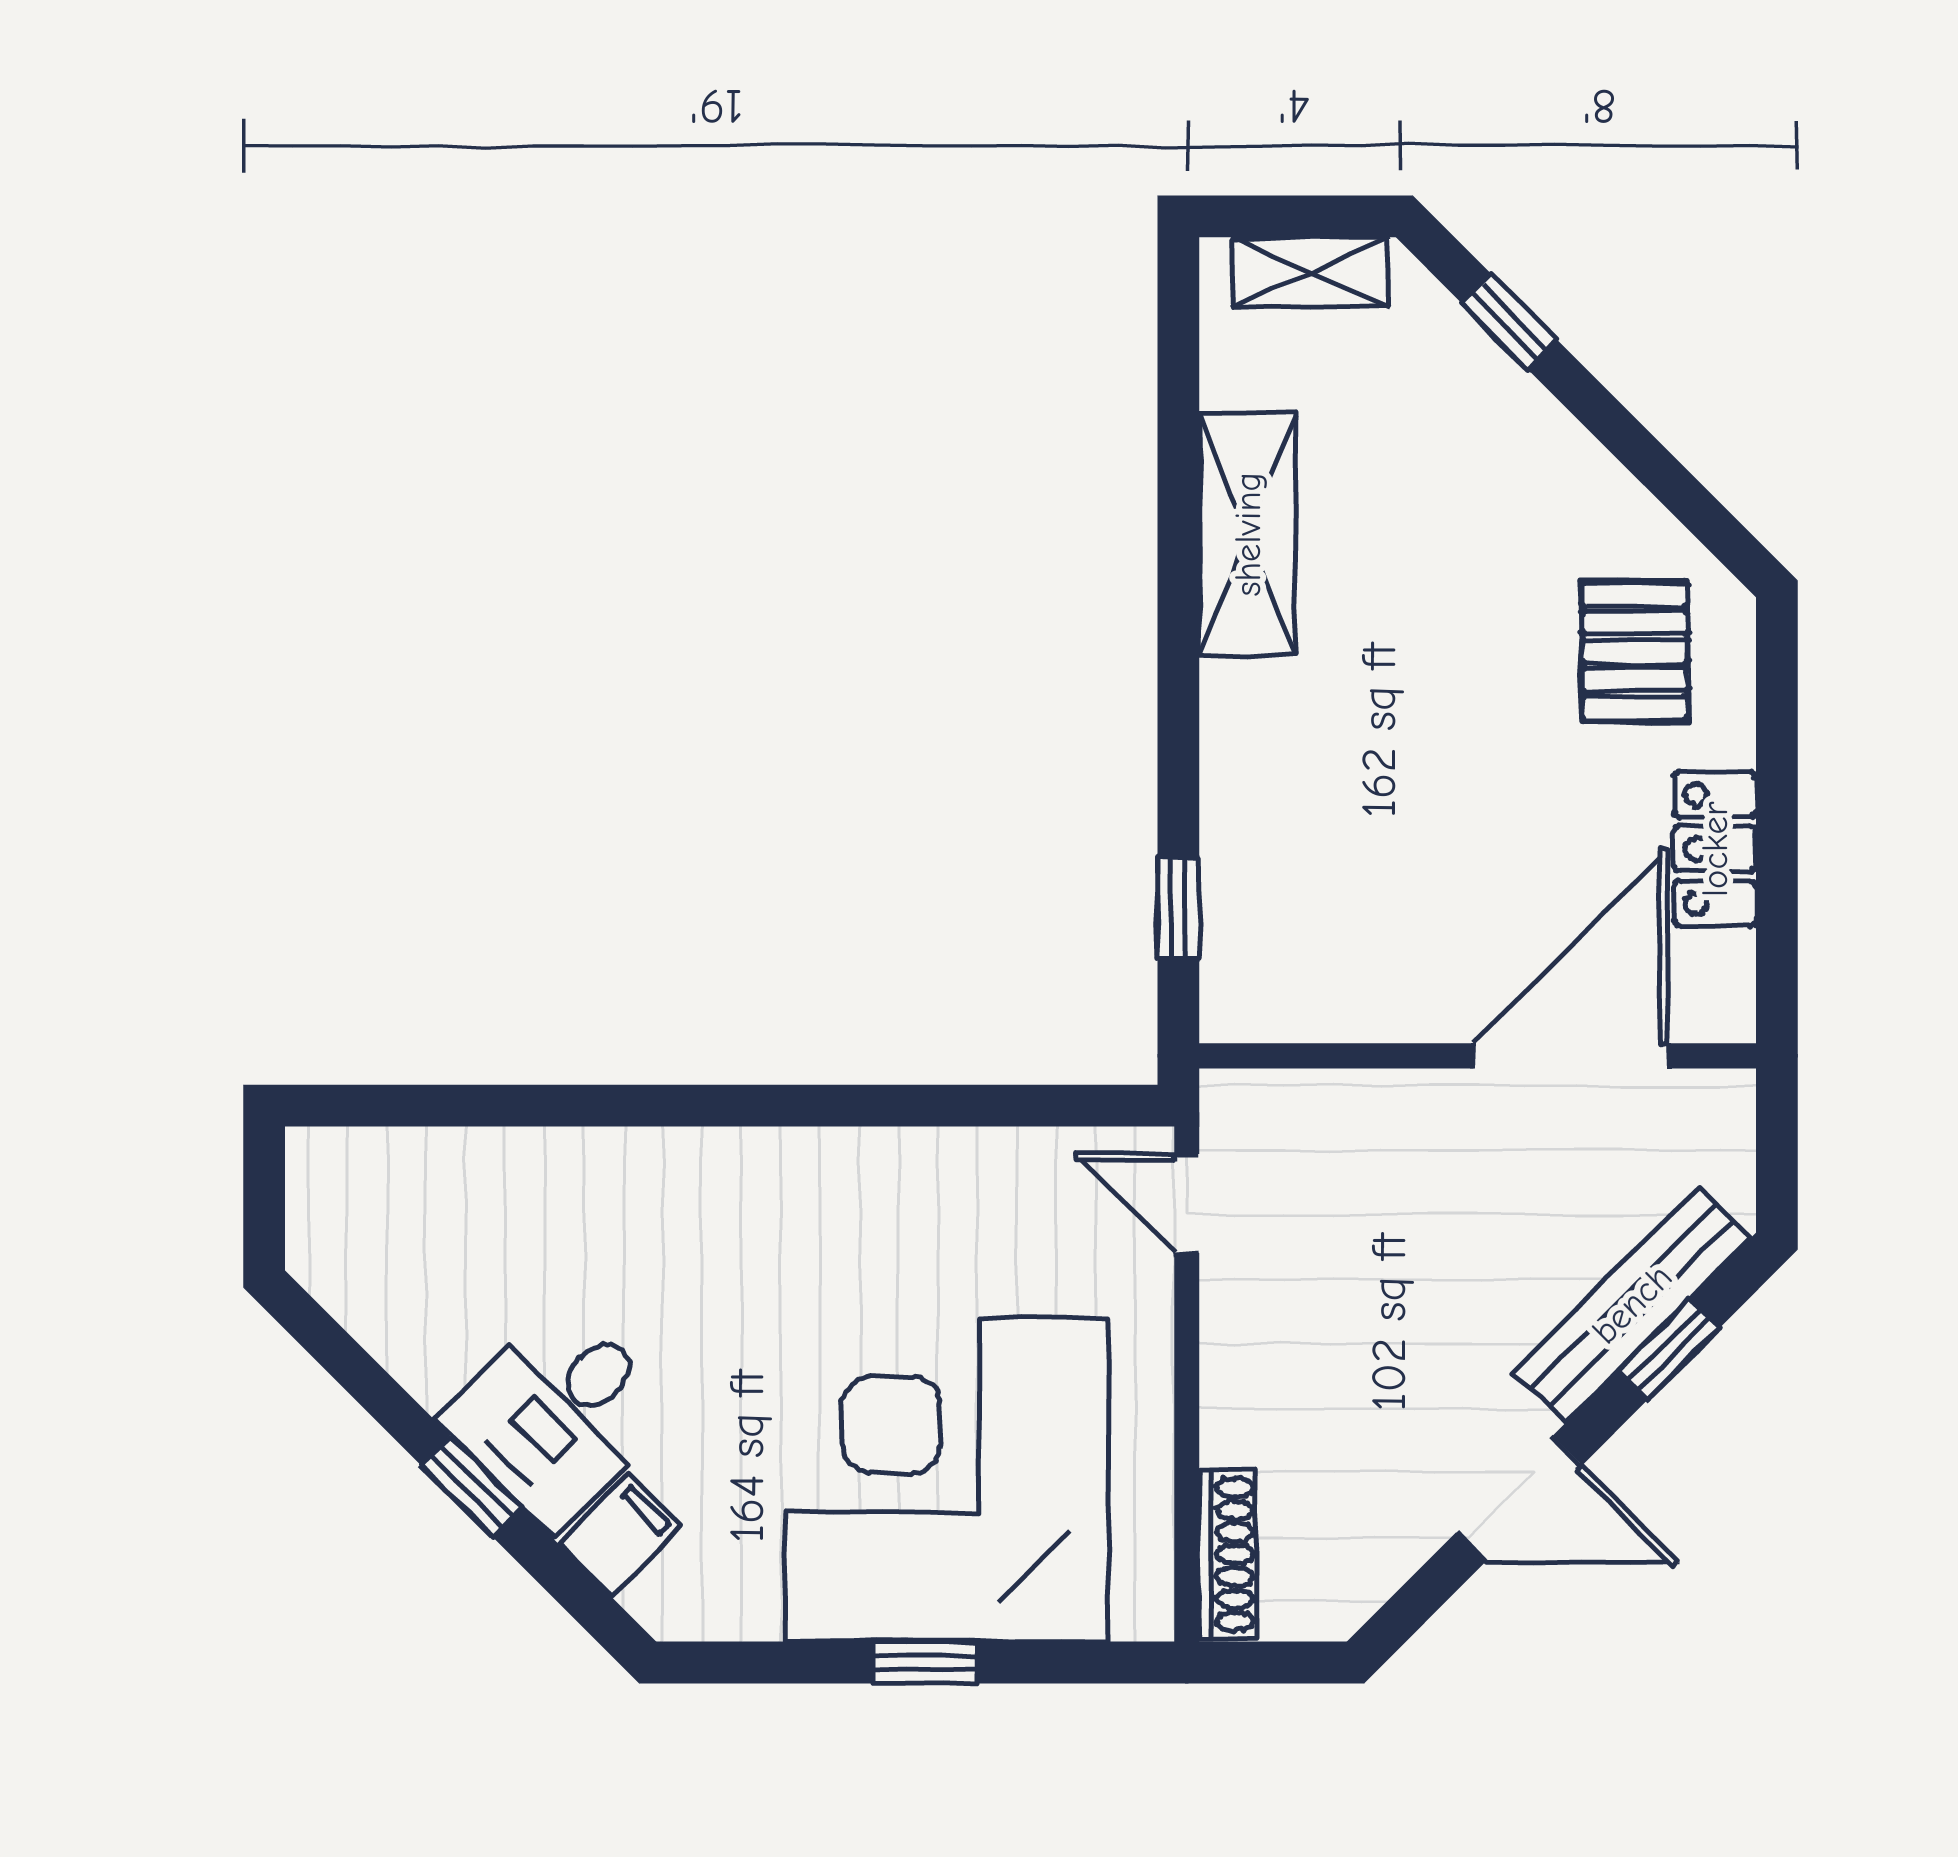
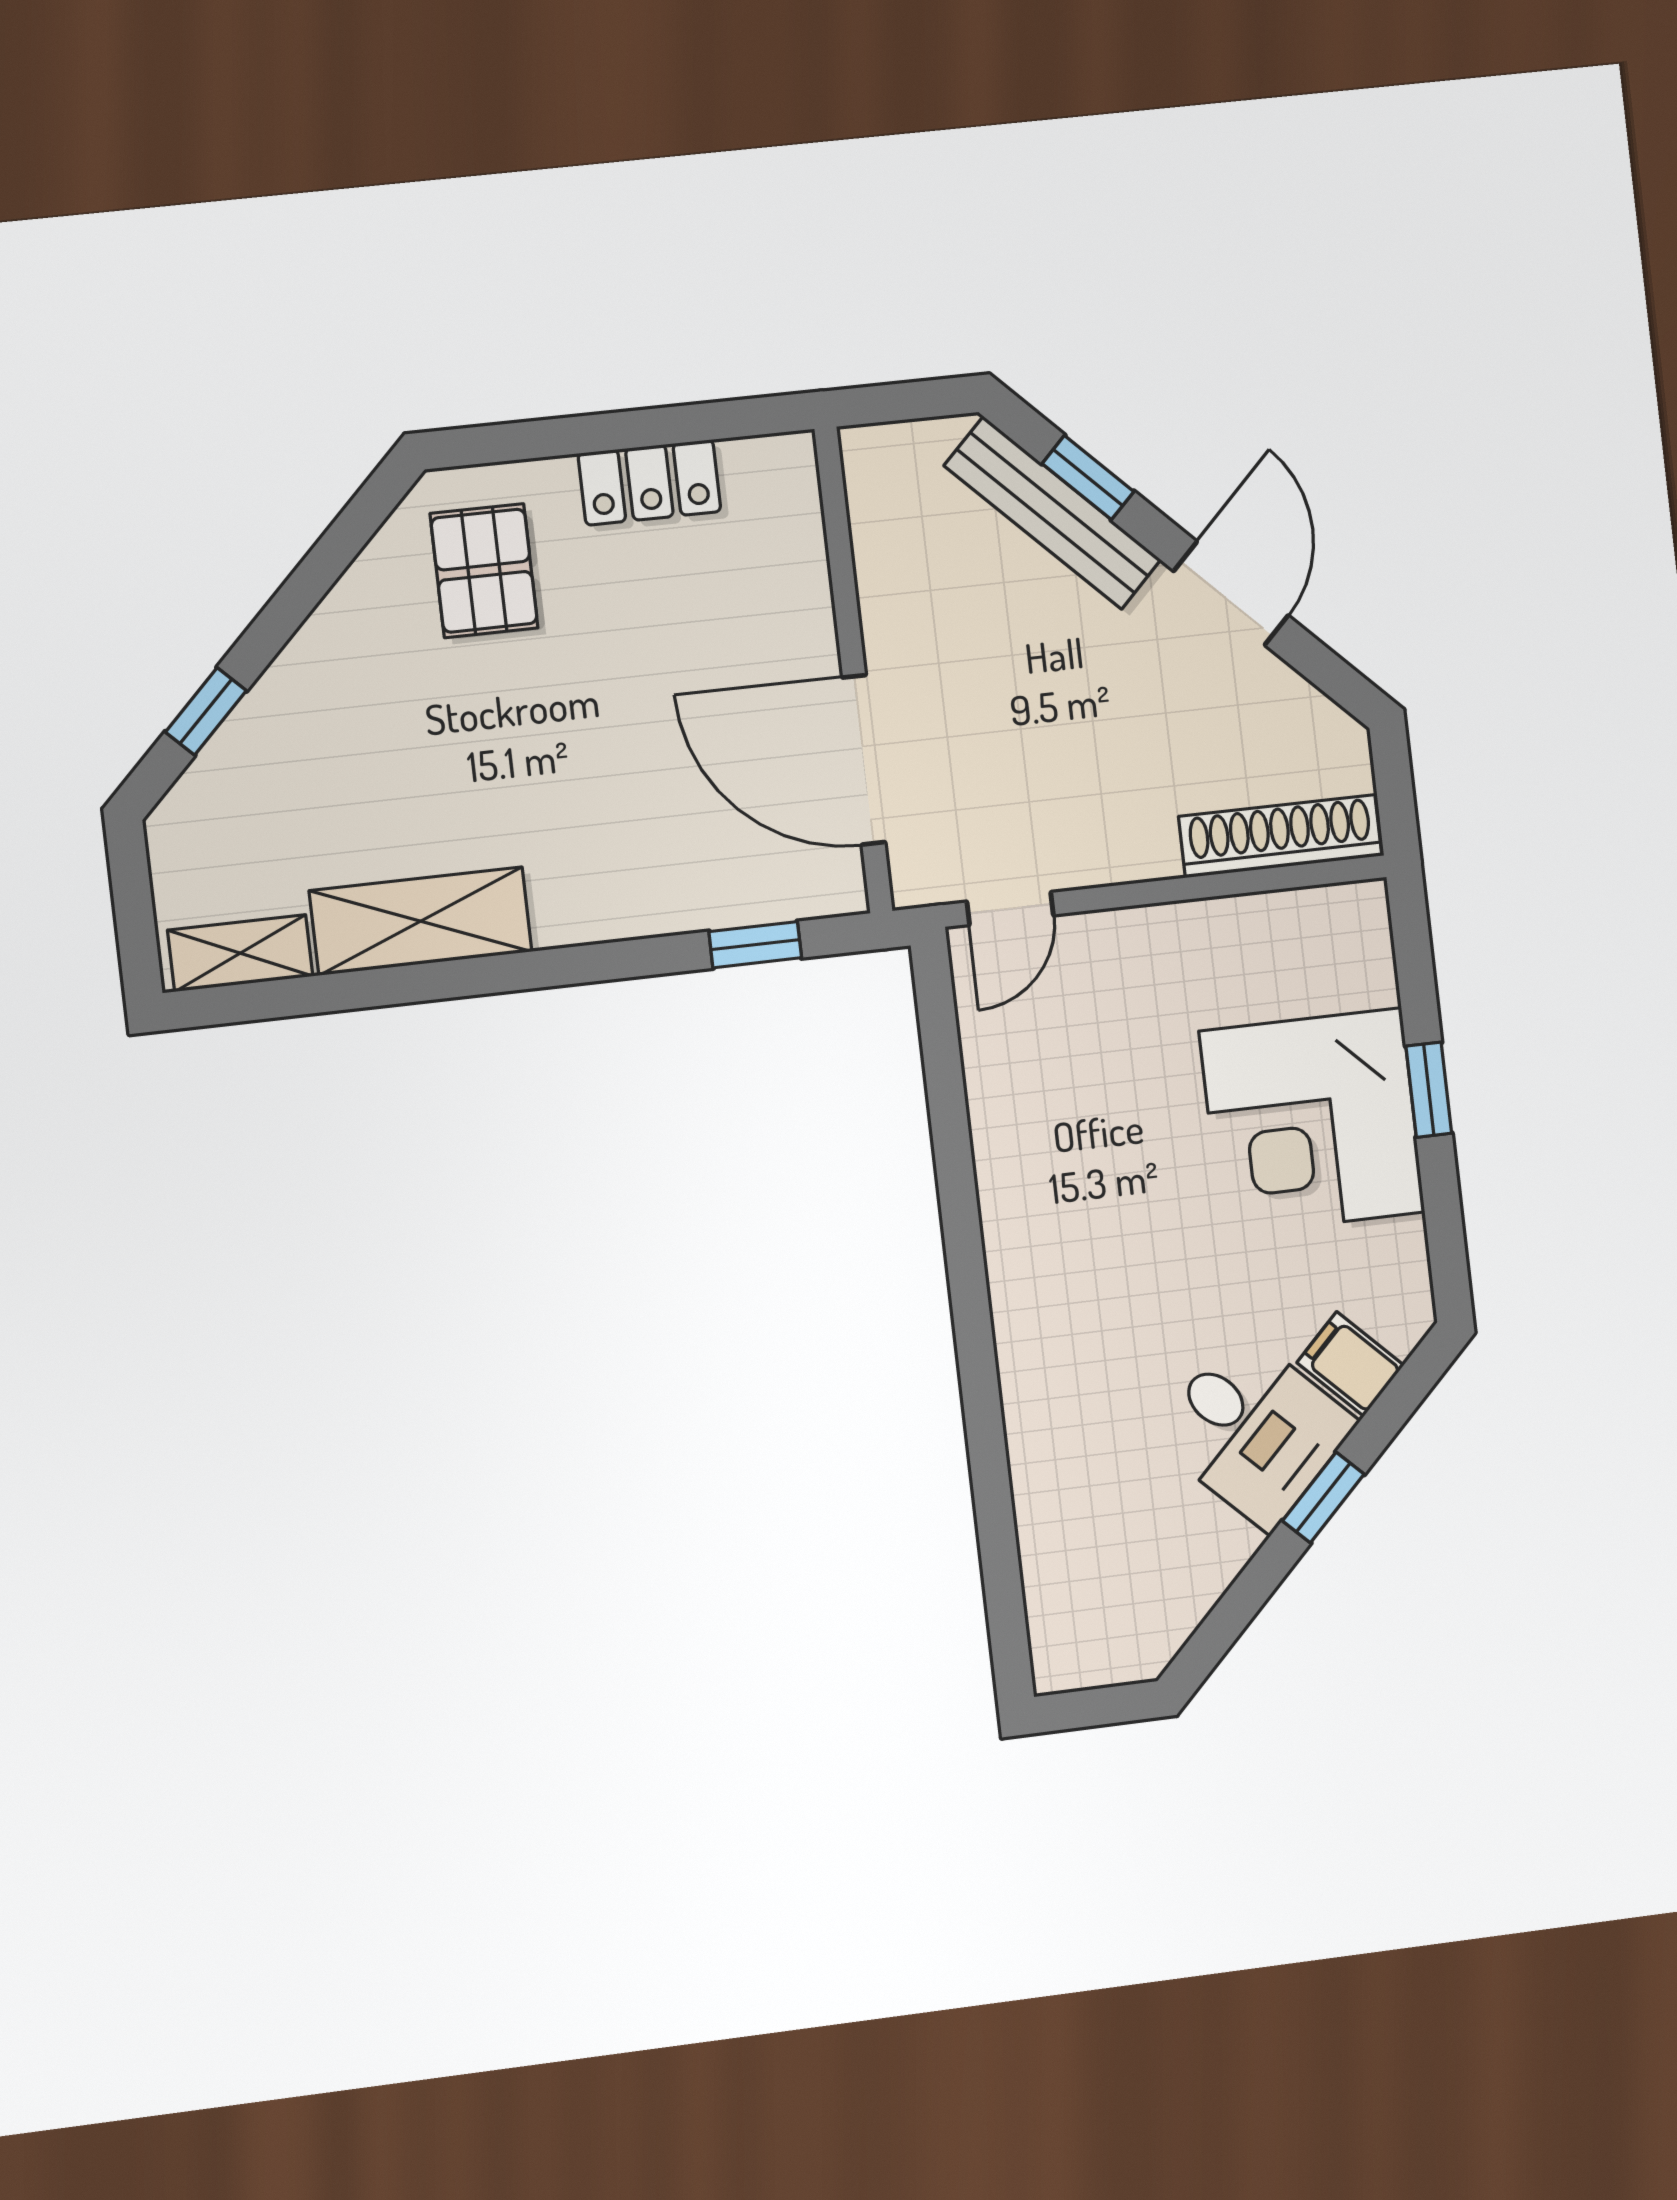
shelving: (1310, 272) -> (240, 953), moved, turned 90
pallet: (1635, 651) -> (484, 571), turned 90
door: (1570, 1056) -> (864, 760), moved
corner desk: (946, 1480) -> (1312, 1122), width x0.74, depth x0.74
shoe rack: (1228, 1554) -> (1280, 836), width x1.36, depth x1.24

